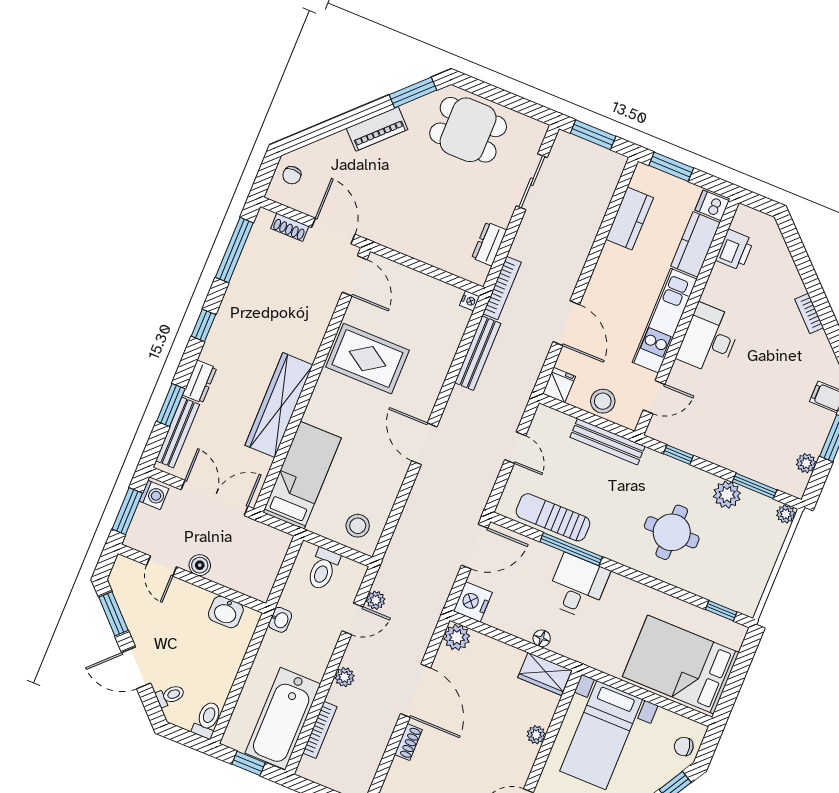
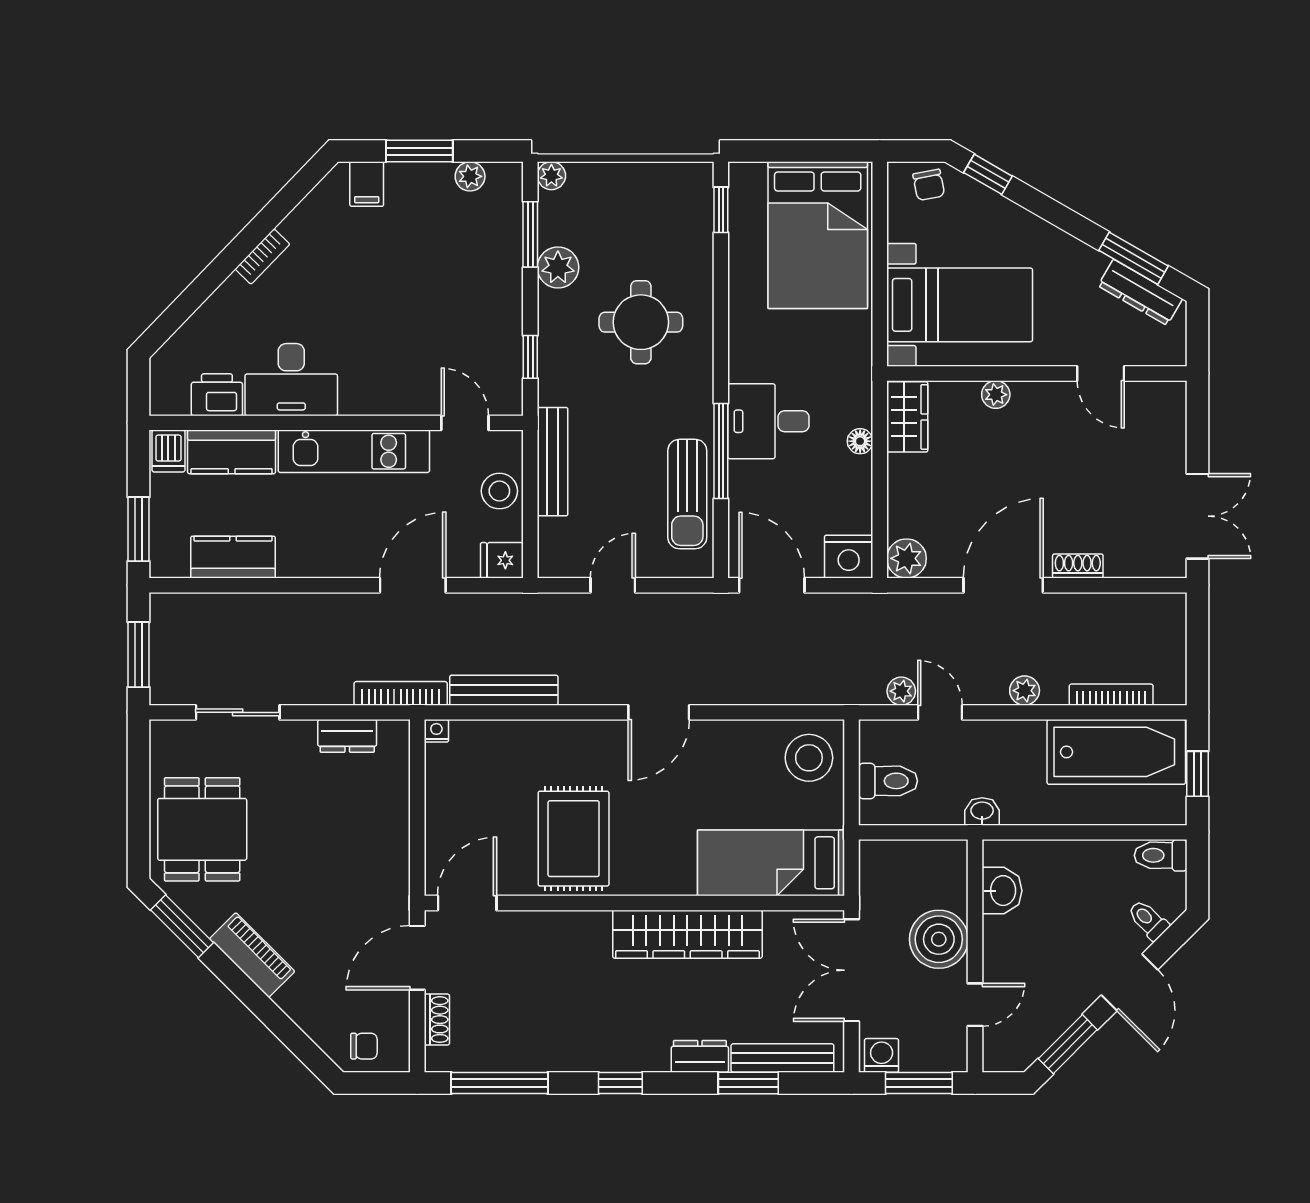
desk: (709, 339) -> (291, 380), moved
stool: (358, 526) -> (809, 758), width x1.38, depth x1.38
boiler: (200, 565) -> (939, 939), width x1.86, depth x1.86

